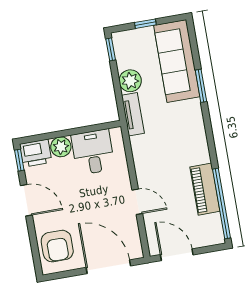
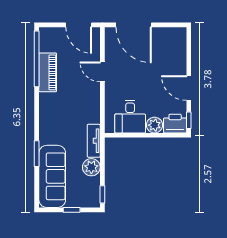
armchair: (57, 246) -> (171, 48), removed

